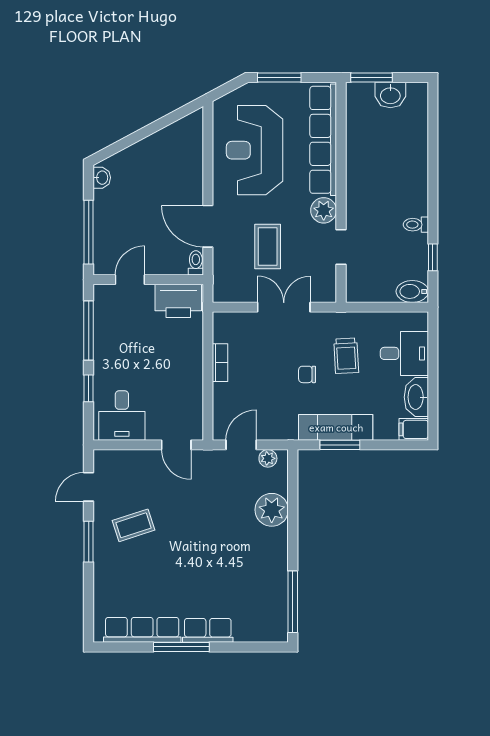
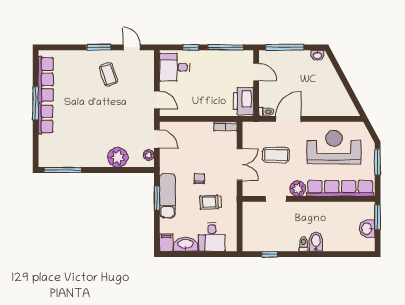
toilet: (416, 225) -> (304, 244), moved
bidet: (412, 291) -> (316, 242), moved
bookcase: (220, 363) -> (225, 126), moved
door: (176, 445) -> (157, 100), swing flipped

